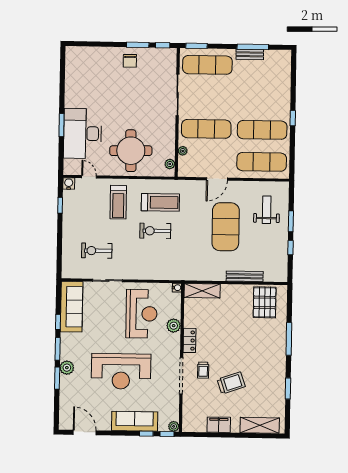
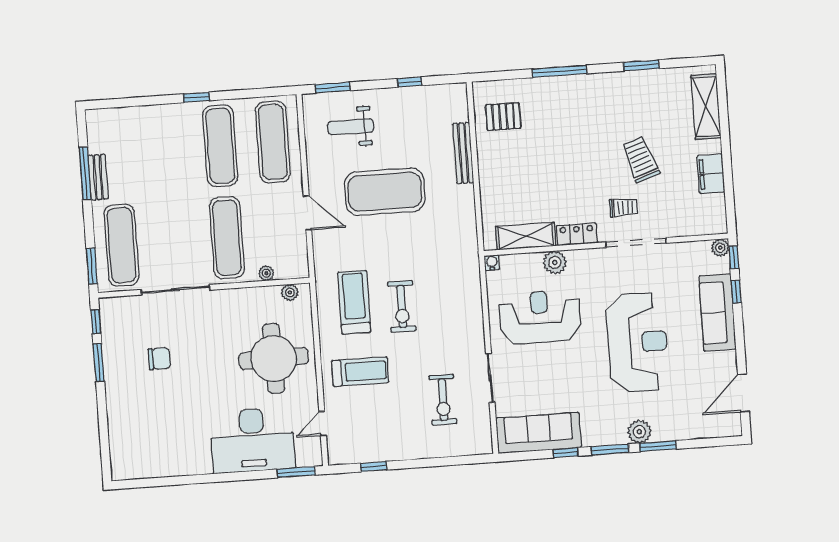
chair: (130, 61) -> (159, 359), moved
window: (62, 125) -> (296, 472), moved
water cooler: (69, 184) -> (337, 456), removed
window: (291, 221) -> (333, 88), moved
shelving: (202, 291) -> (526, 236), moved, turned 90
pallet: (265, 302) -> (503, 117), width x0.67, depth x0.71

